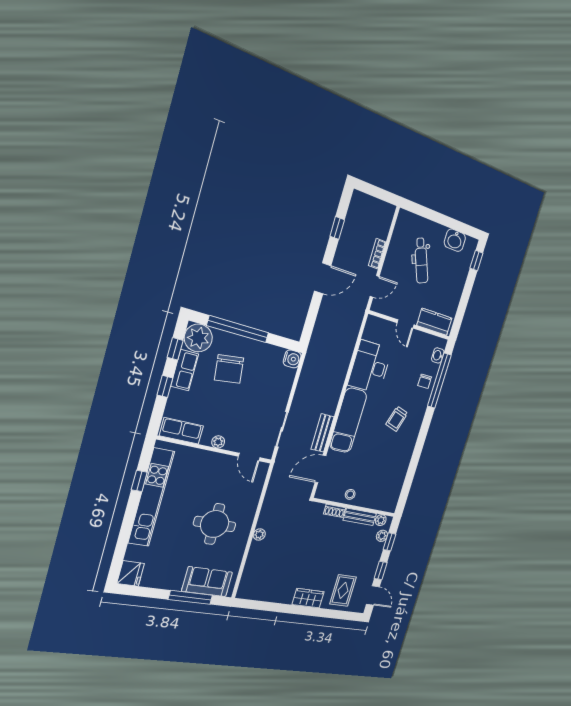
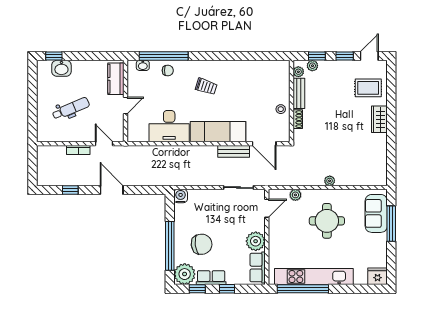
washbasin: (455, 240) -> (61, 68), moved, turned 90
plant: (218, 442) -> (256, 241), width x1.88, depth x1.88
window: (139, 481) -> (303, 289), width x3.17
plant: (255, 493) -> (295, 195), added

